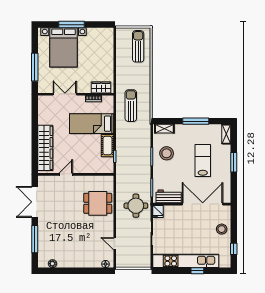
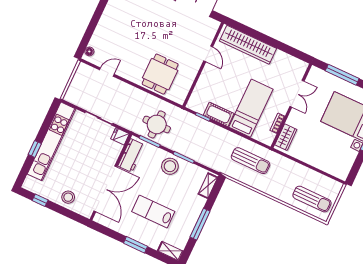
stool: (167, 153) -> (170, 166), moved
lab bench: (203, 161) -> (153, 212), turned 180
round table: (136, 206) -> (157, 124), moved

